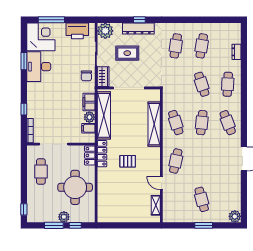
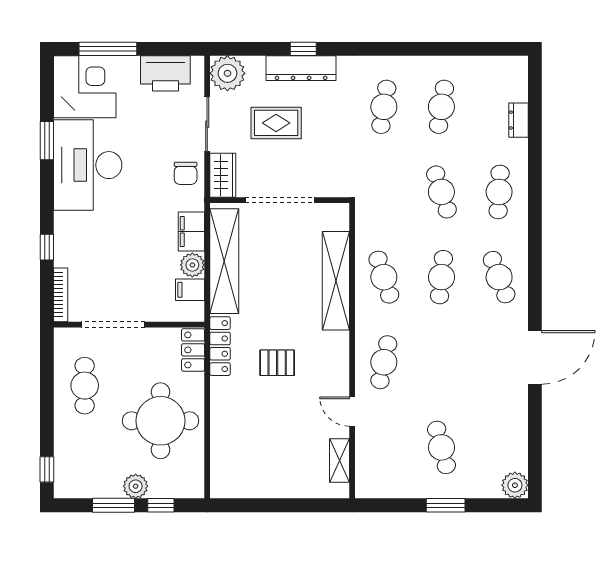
desk: (39, 67) -> (88, 165), width x1.36, depth x1.30

